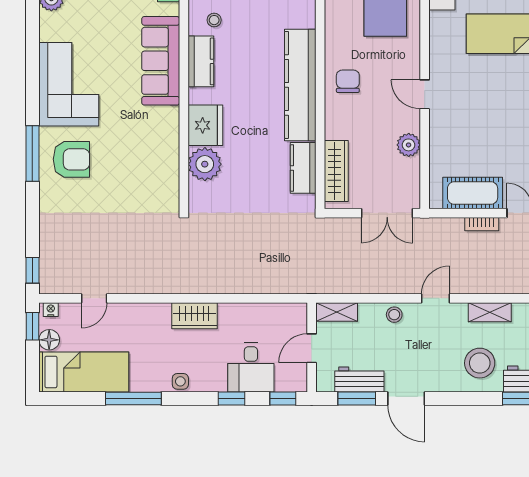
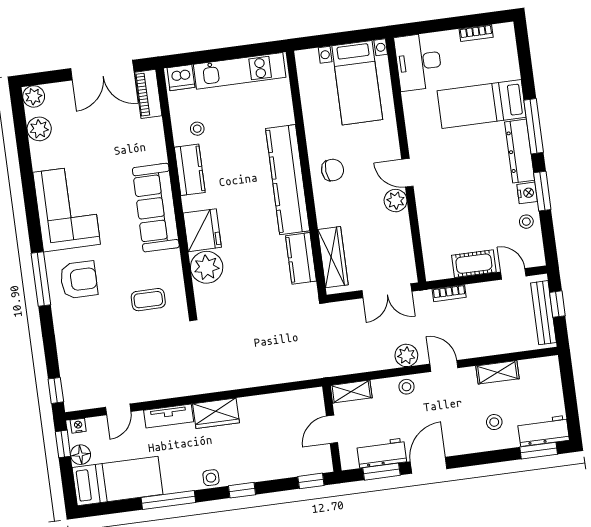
sofa: (161, 61) -> (156, 208), moved
chair: (348, 81) -> (333, 170), turned 86
plant: (409, 145) -> (396, 201), moved
coffee table: (140, 189) -> (148, 300), added
cot: (473, 193) -> (474, 264), width x0.73, depth x0.75
bookcase: (482, 224) -> (449, 293), moved
plant: (398, 282) -> (406, 355), added
door: (436, 298) -> (444, 366), hinge flipped
tv unit: (145, 312) -> (169, 416), added
stool: (480, 363) -> (494, 422), width x0.53, depth x0.53
desk: (251, 367) -> (276, 455), removed
window: (231, 399) -> (242, 490), moved
door: (406, 399) -> (429, 465), swing flipped

